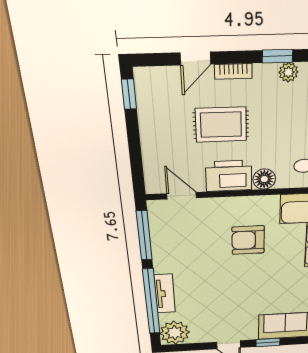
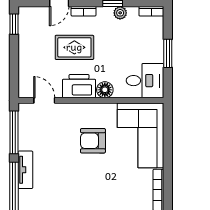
tv unit: (165, 294) -> (25, 170), moved

